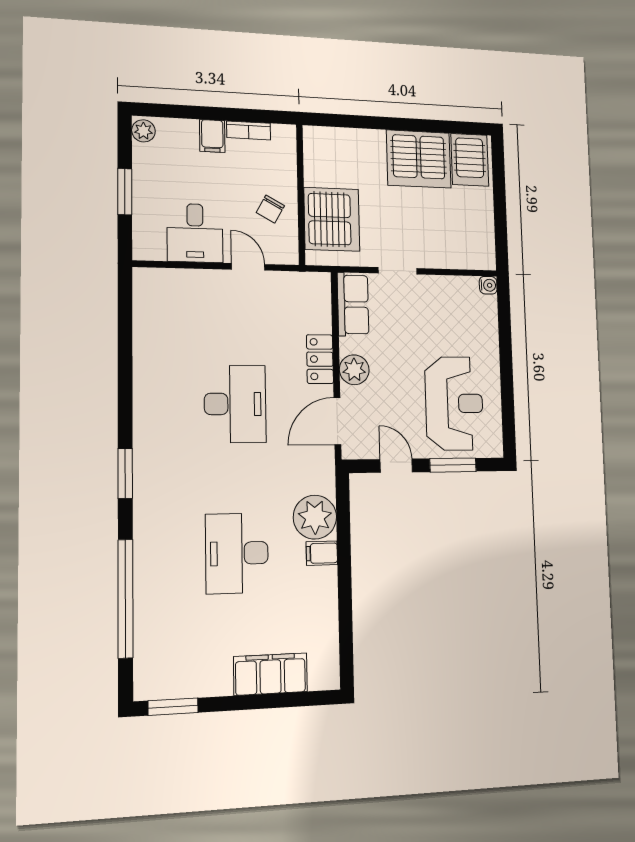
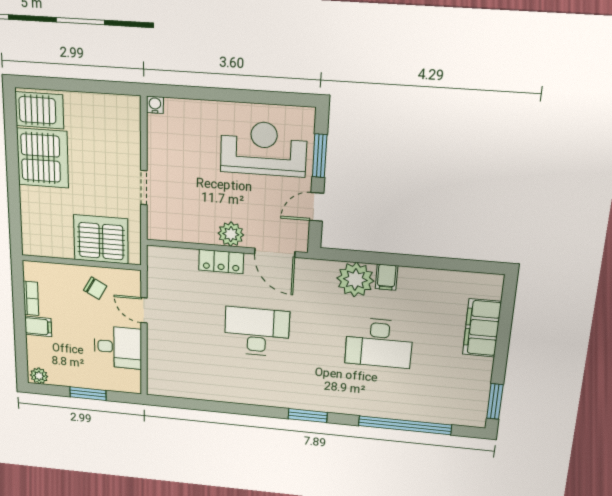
door: (248, 267) -> (144, 310), hinge flipped
row of seats: (353, 304) -> (174, 229), removed

